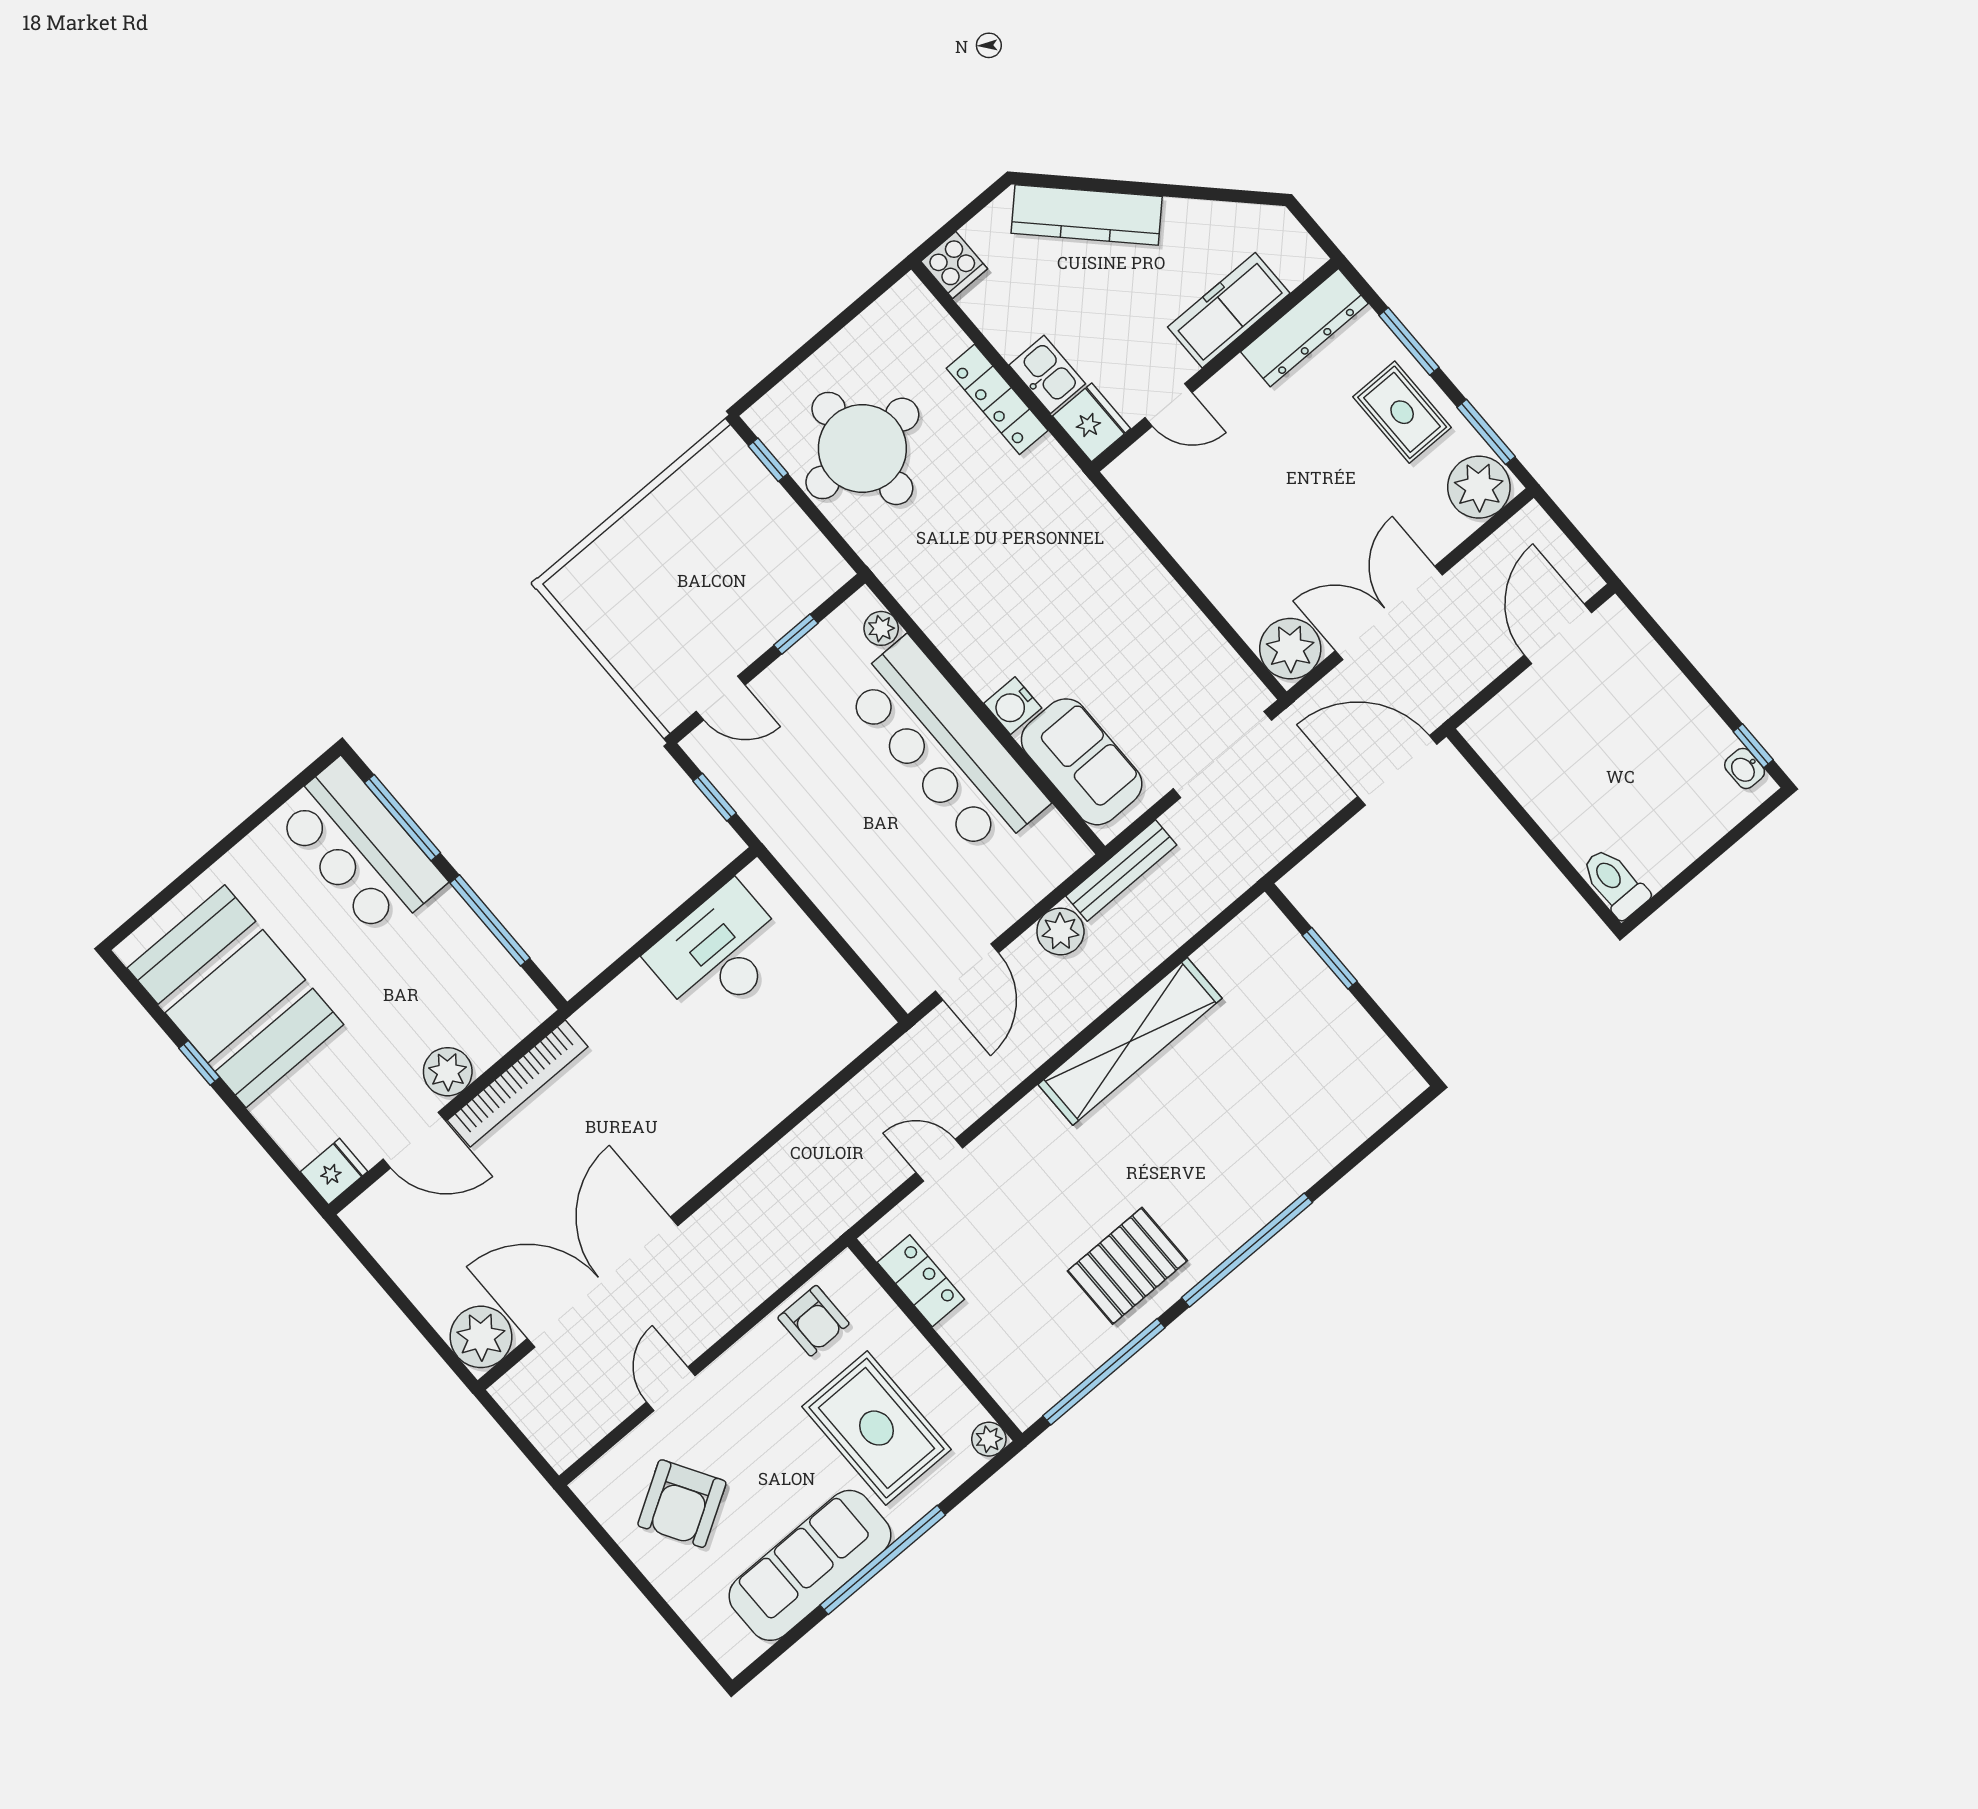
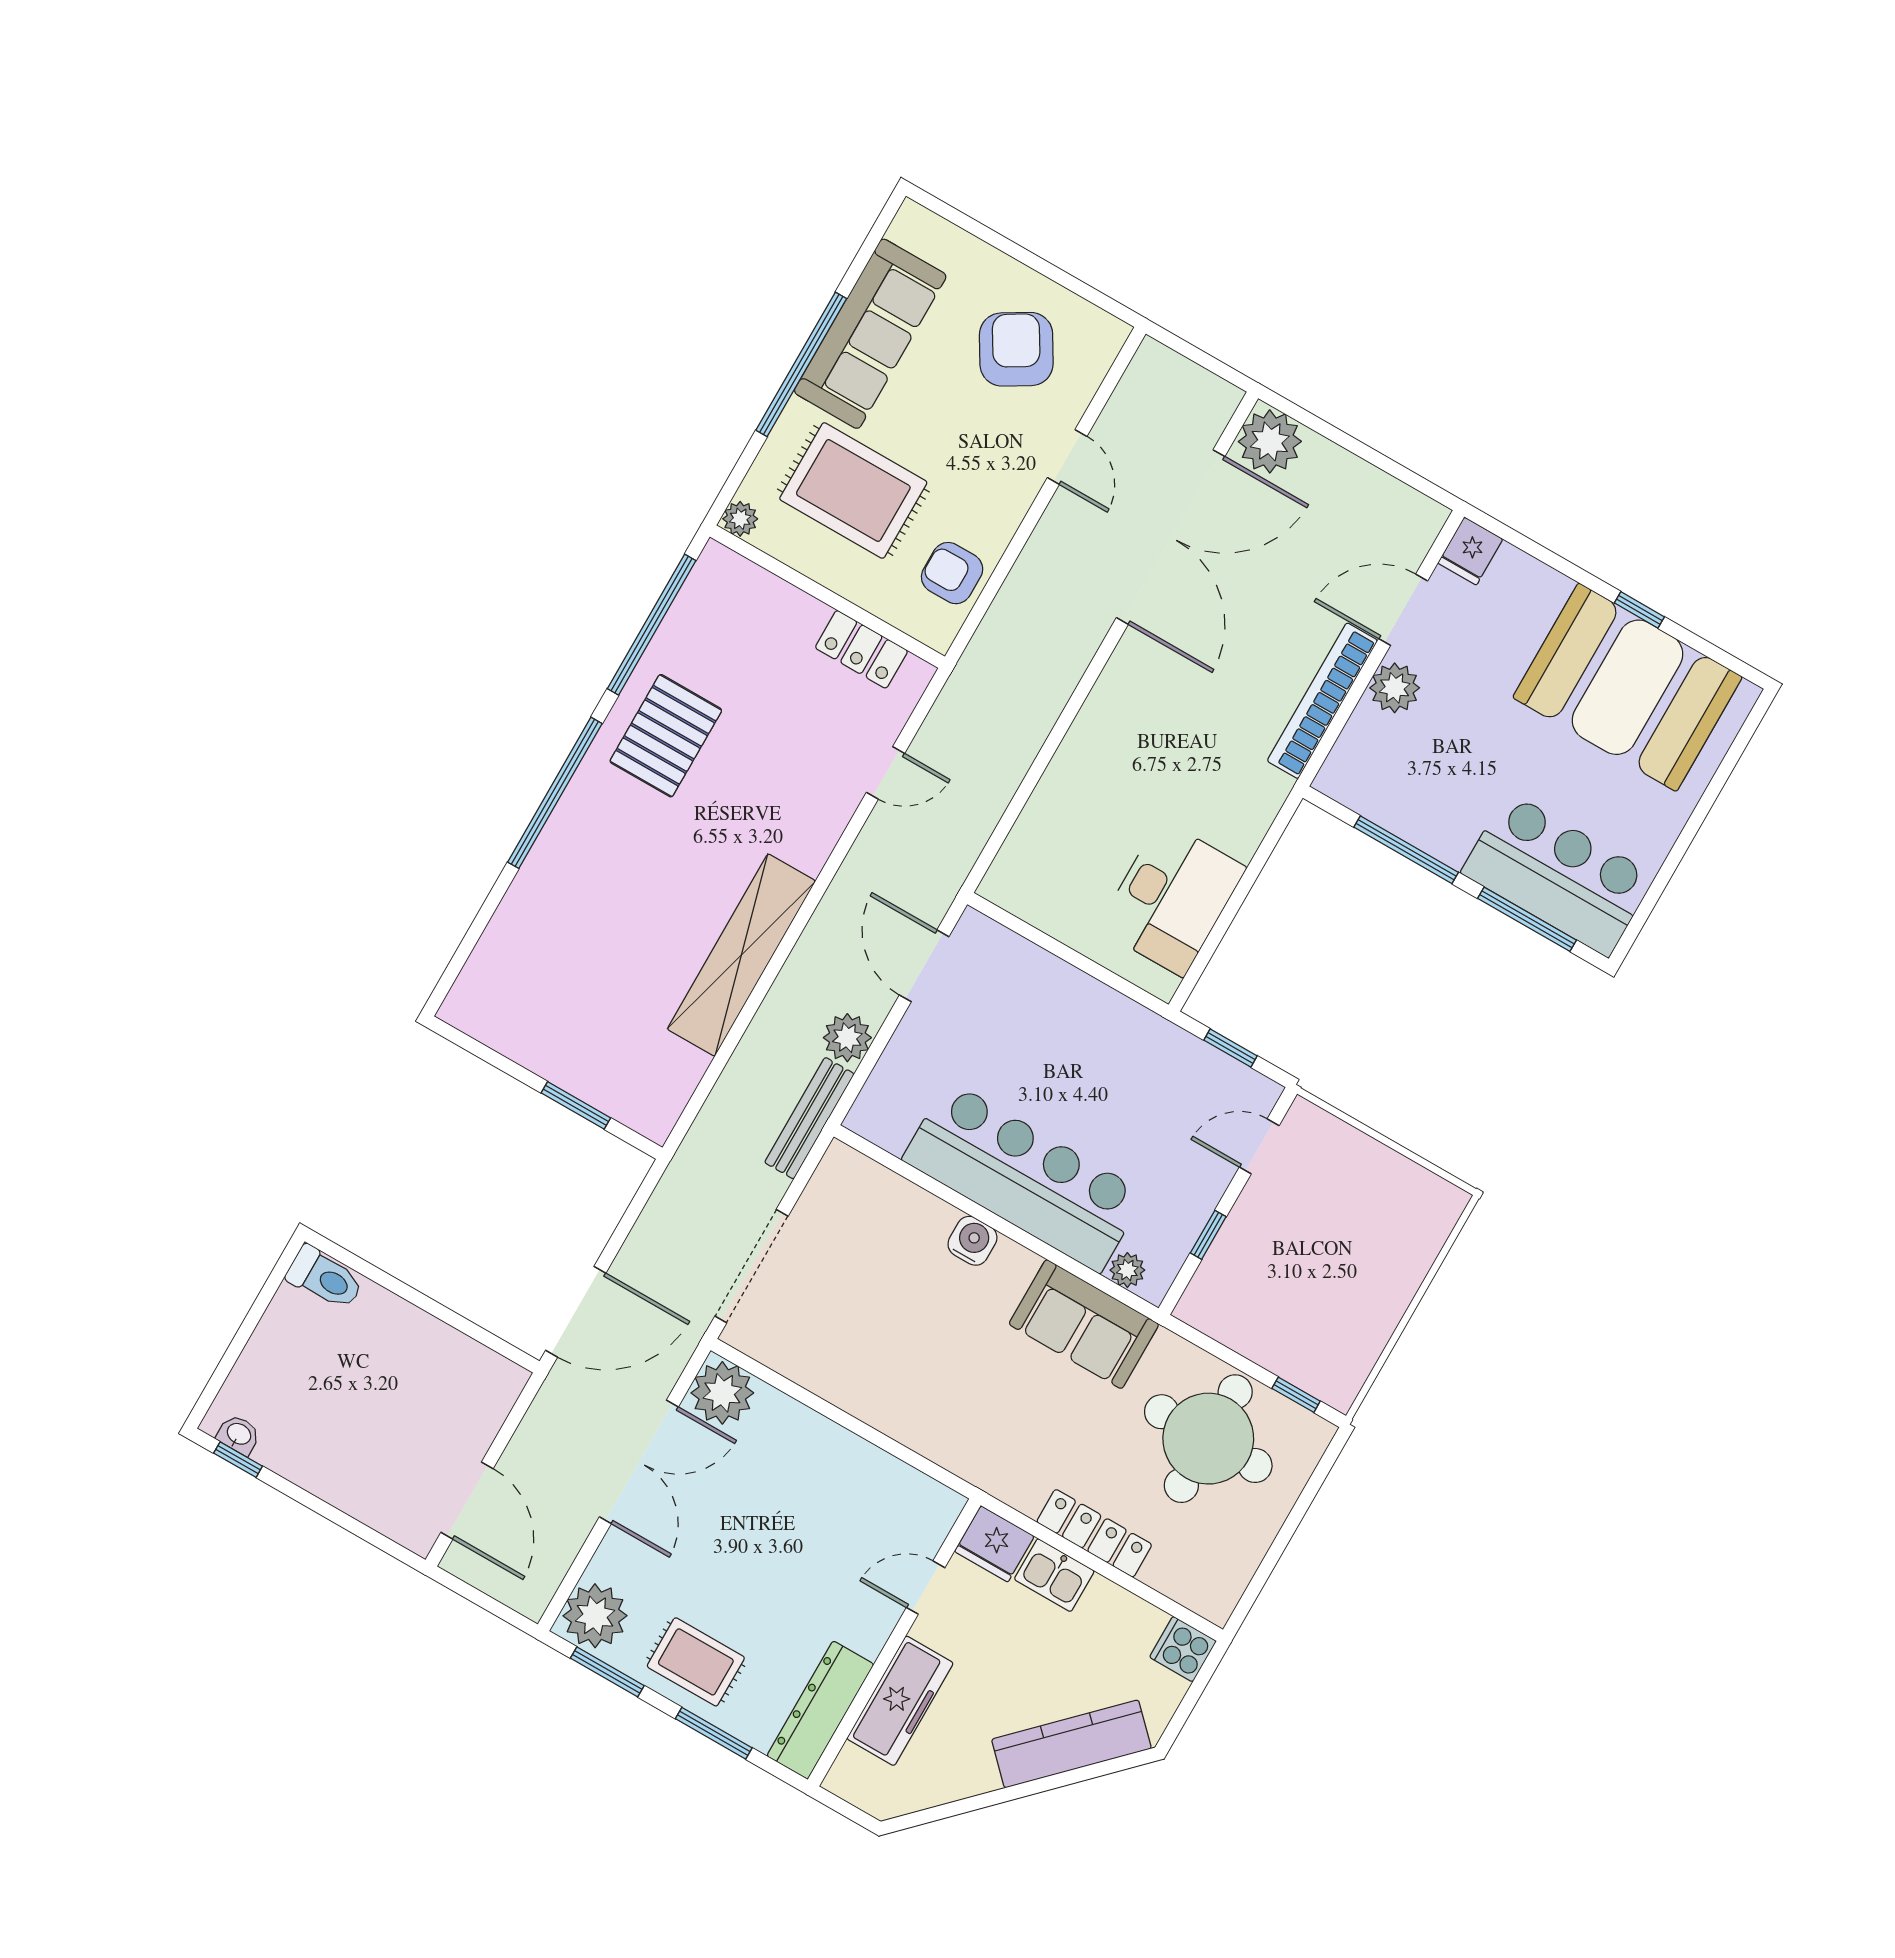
sofa: (1082, 762) -> (1084, 1324), moved

